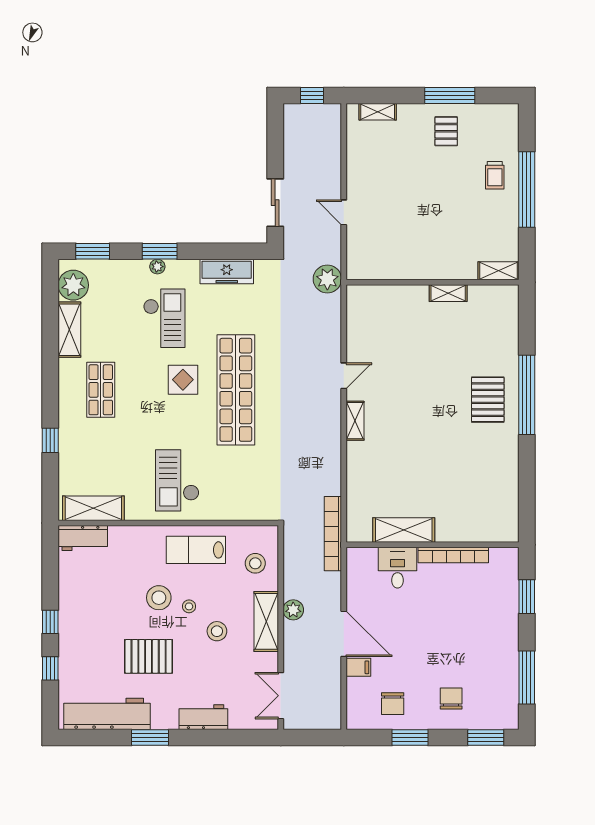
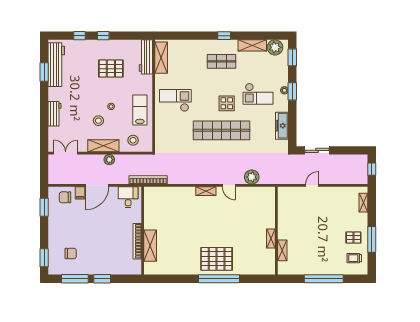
trolley: (495, 175) -> (354, 258), moved
shelving: (498, 271) -> (282, 250), moved
plant: (327, 279) -> (252, 177), moved
pallet: (488, 400) -> (217, 259), width x1.37, depth x1.41
window: (50, 440) -> (224, 36), moved
shelving: (404, 530) -> (150, 246), moved
workbench: (83, 538) -> (146, 57), width x1.38
desk: (398, 568) -> (128, 197), moved, turned -90
window: (527, 597) -> (102, 279), moved
stool: (159, 598) -> (115, 91), removed
pallet: (149, 656) -> (111, 69), moved, turned 90
chair: (451, 699) -> (71, 254), moved
chair: (393, 704) -> (65, 197), moved
window: (150, 738) -> (44, 72), moved
window: (410, 738) -> (44, 207), moved

